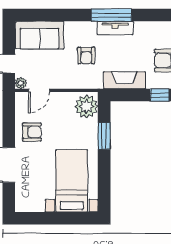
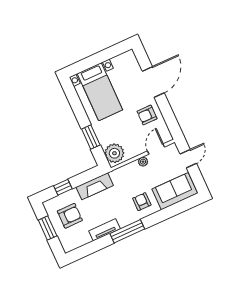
tv unit: (115, 28) -> (104, 230), moved
armchair: (86, 55) -> (142, 202), moved
plant: (21, 83) -> (143, 162), moved

